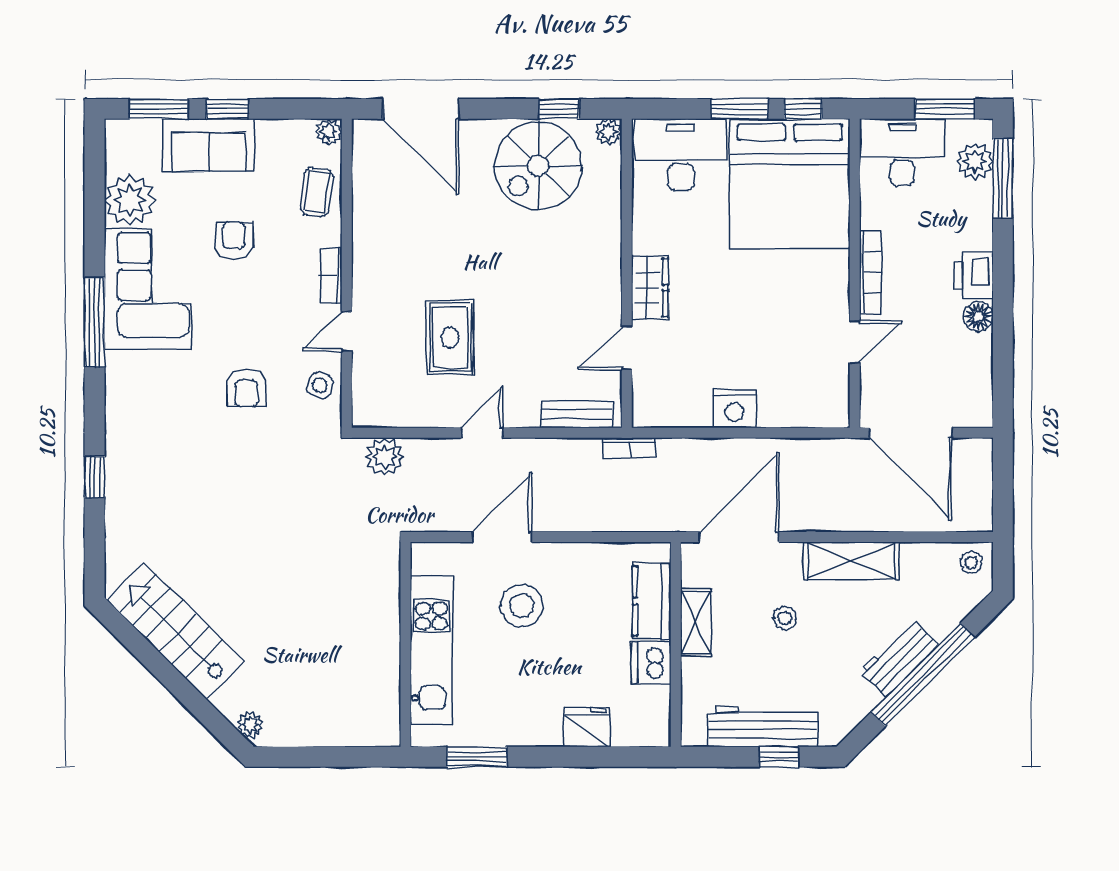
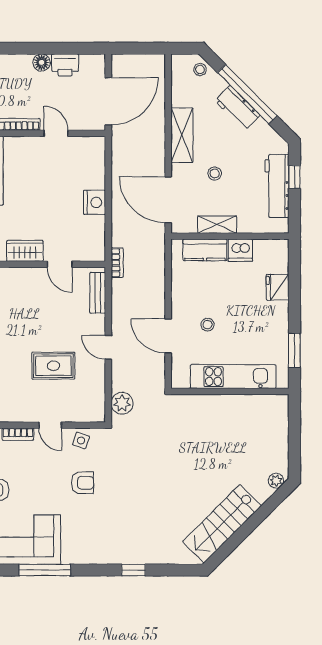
printer: (974, 276) -> (65, 65), moved
stool: (971, 562) -> (200, 69), moved
stool: (522, 605) -> (207, 325), width x0.53, depth x0.53

